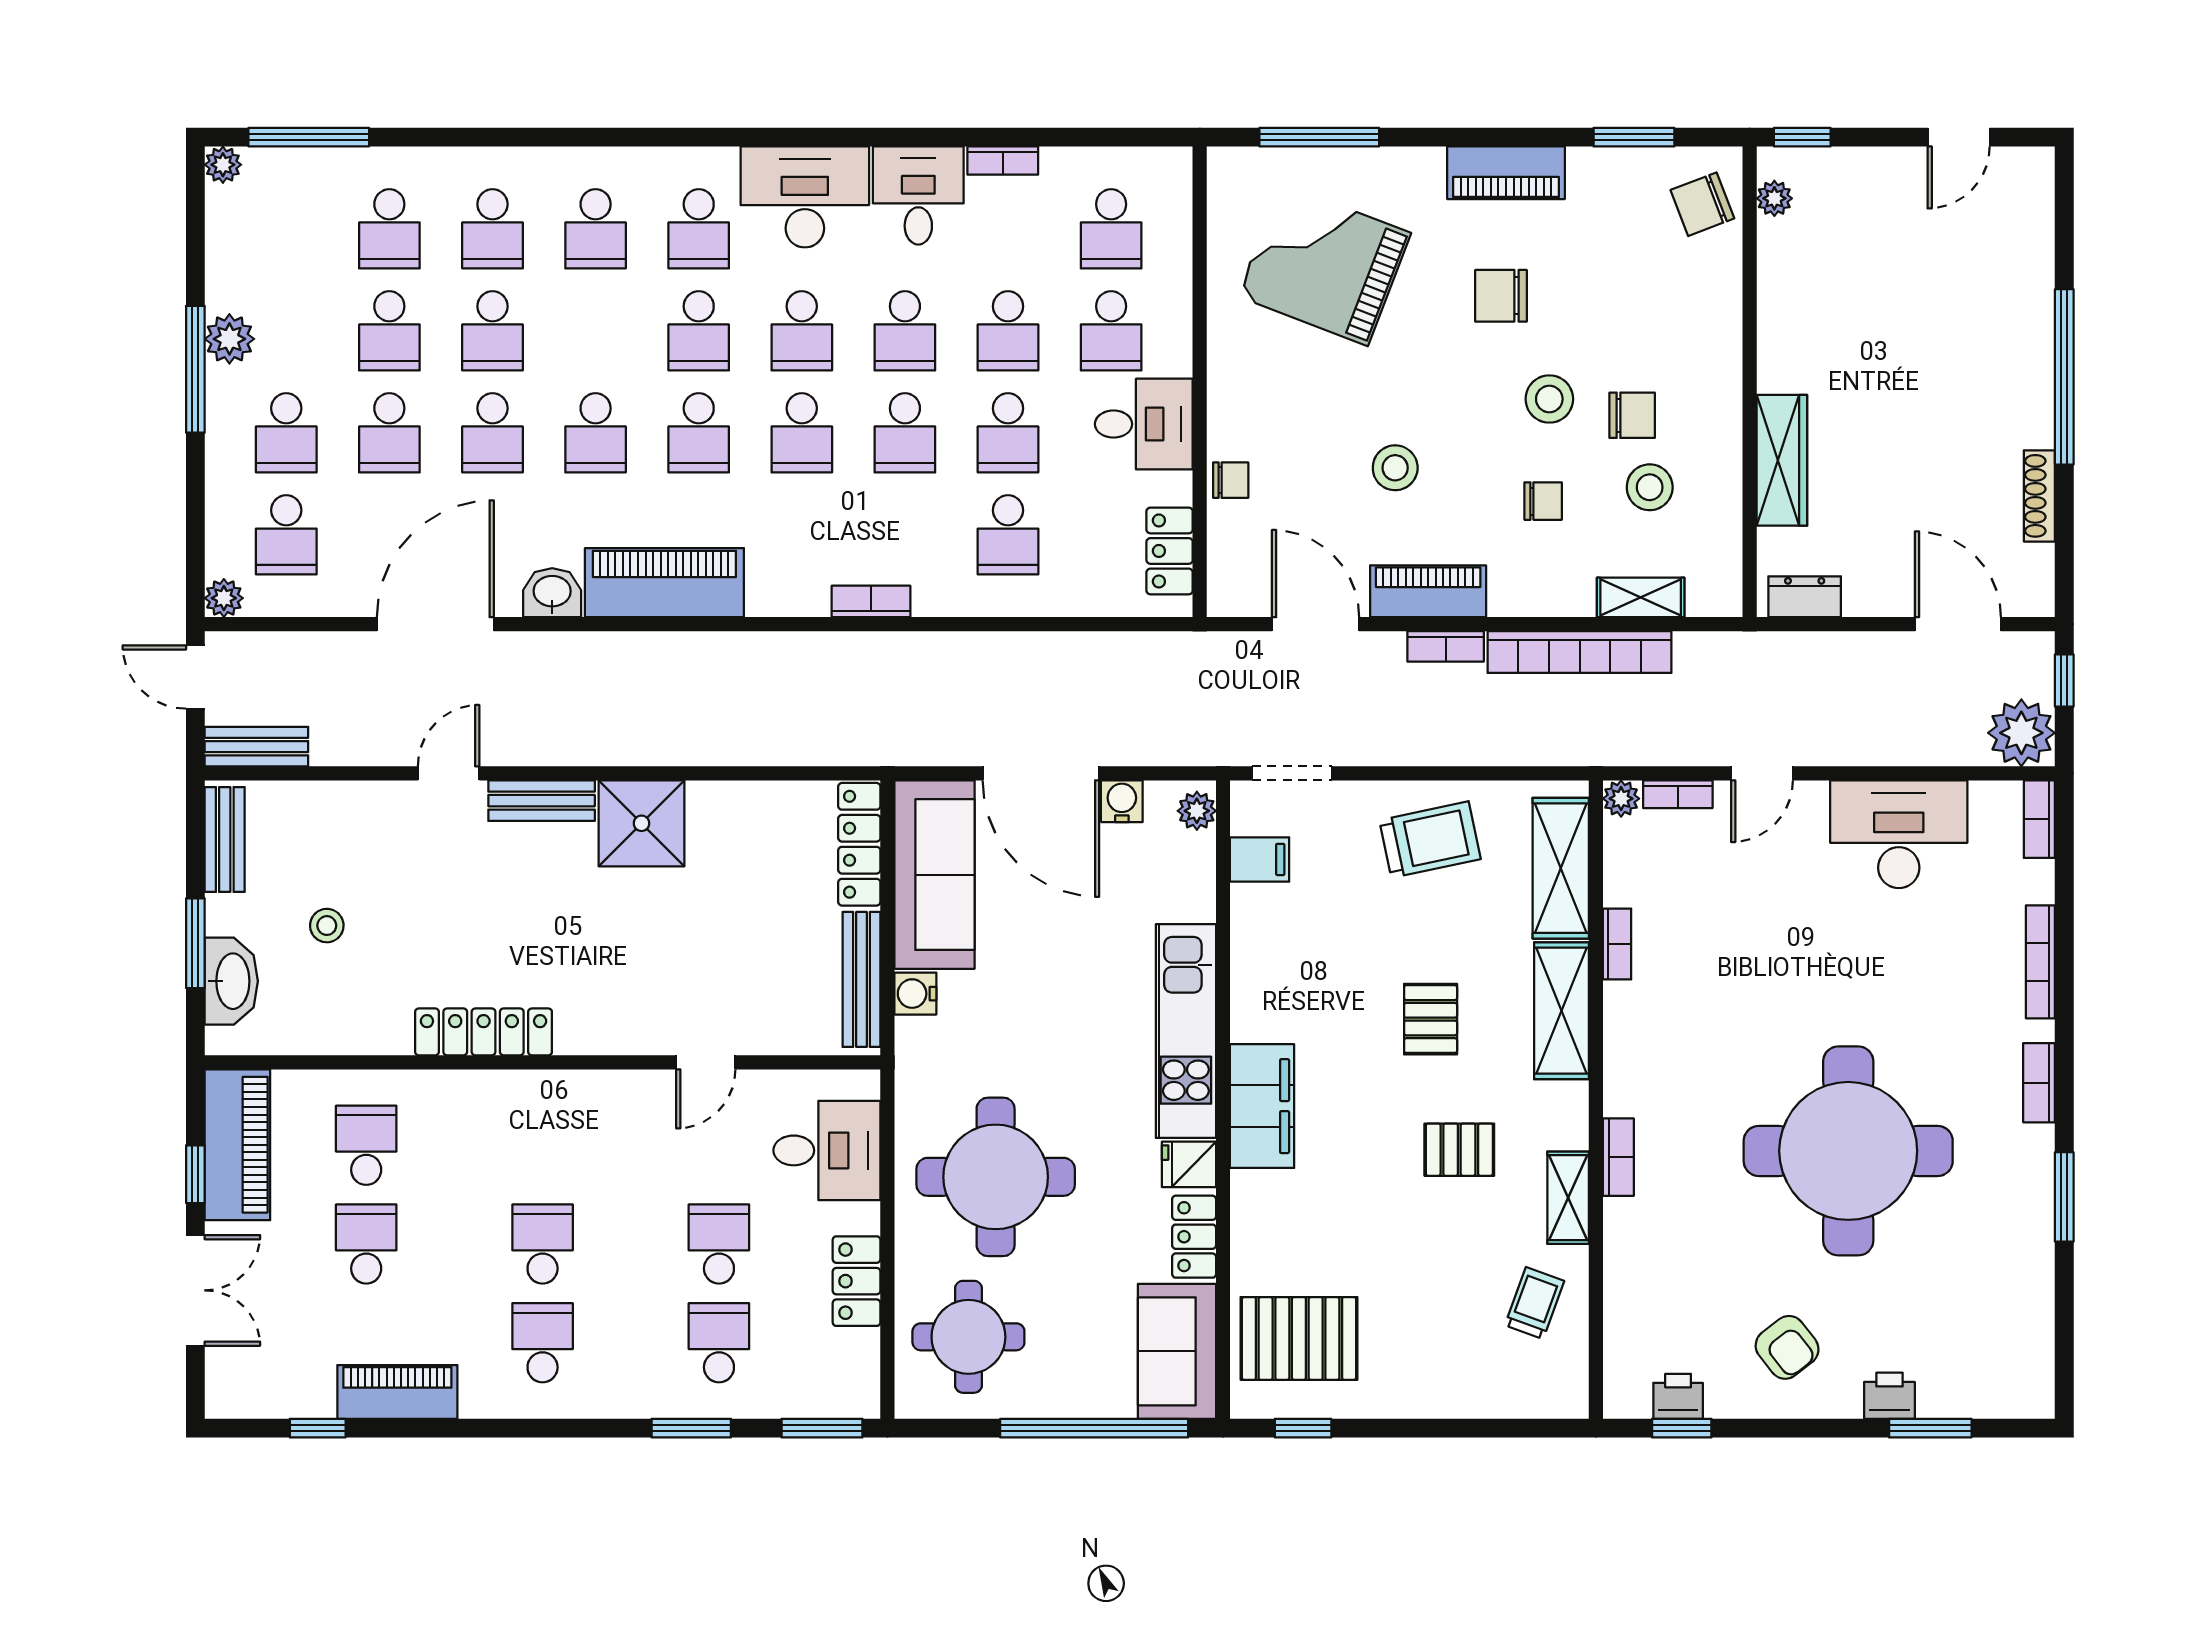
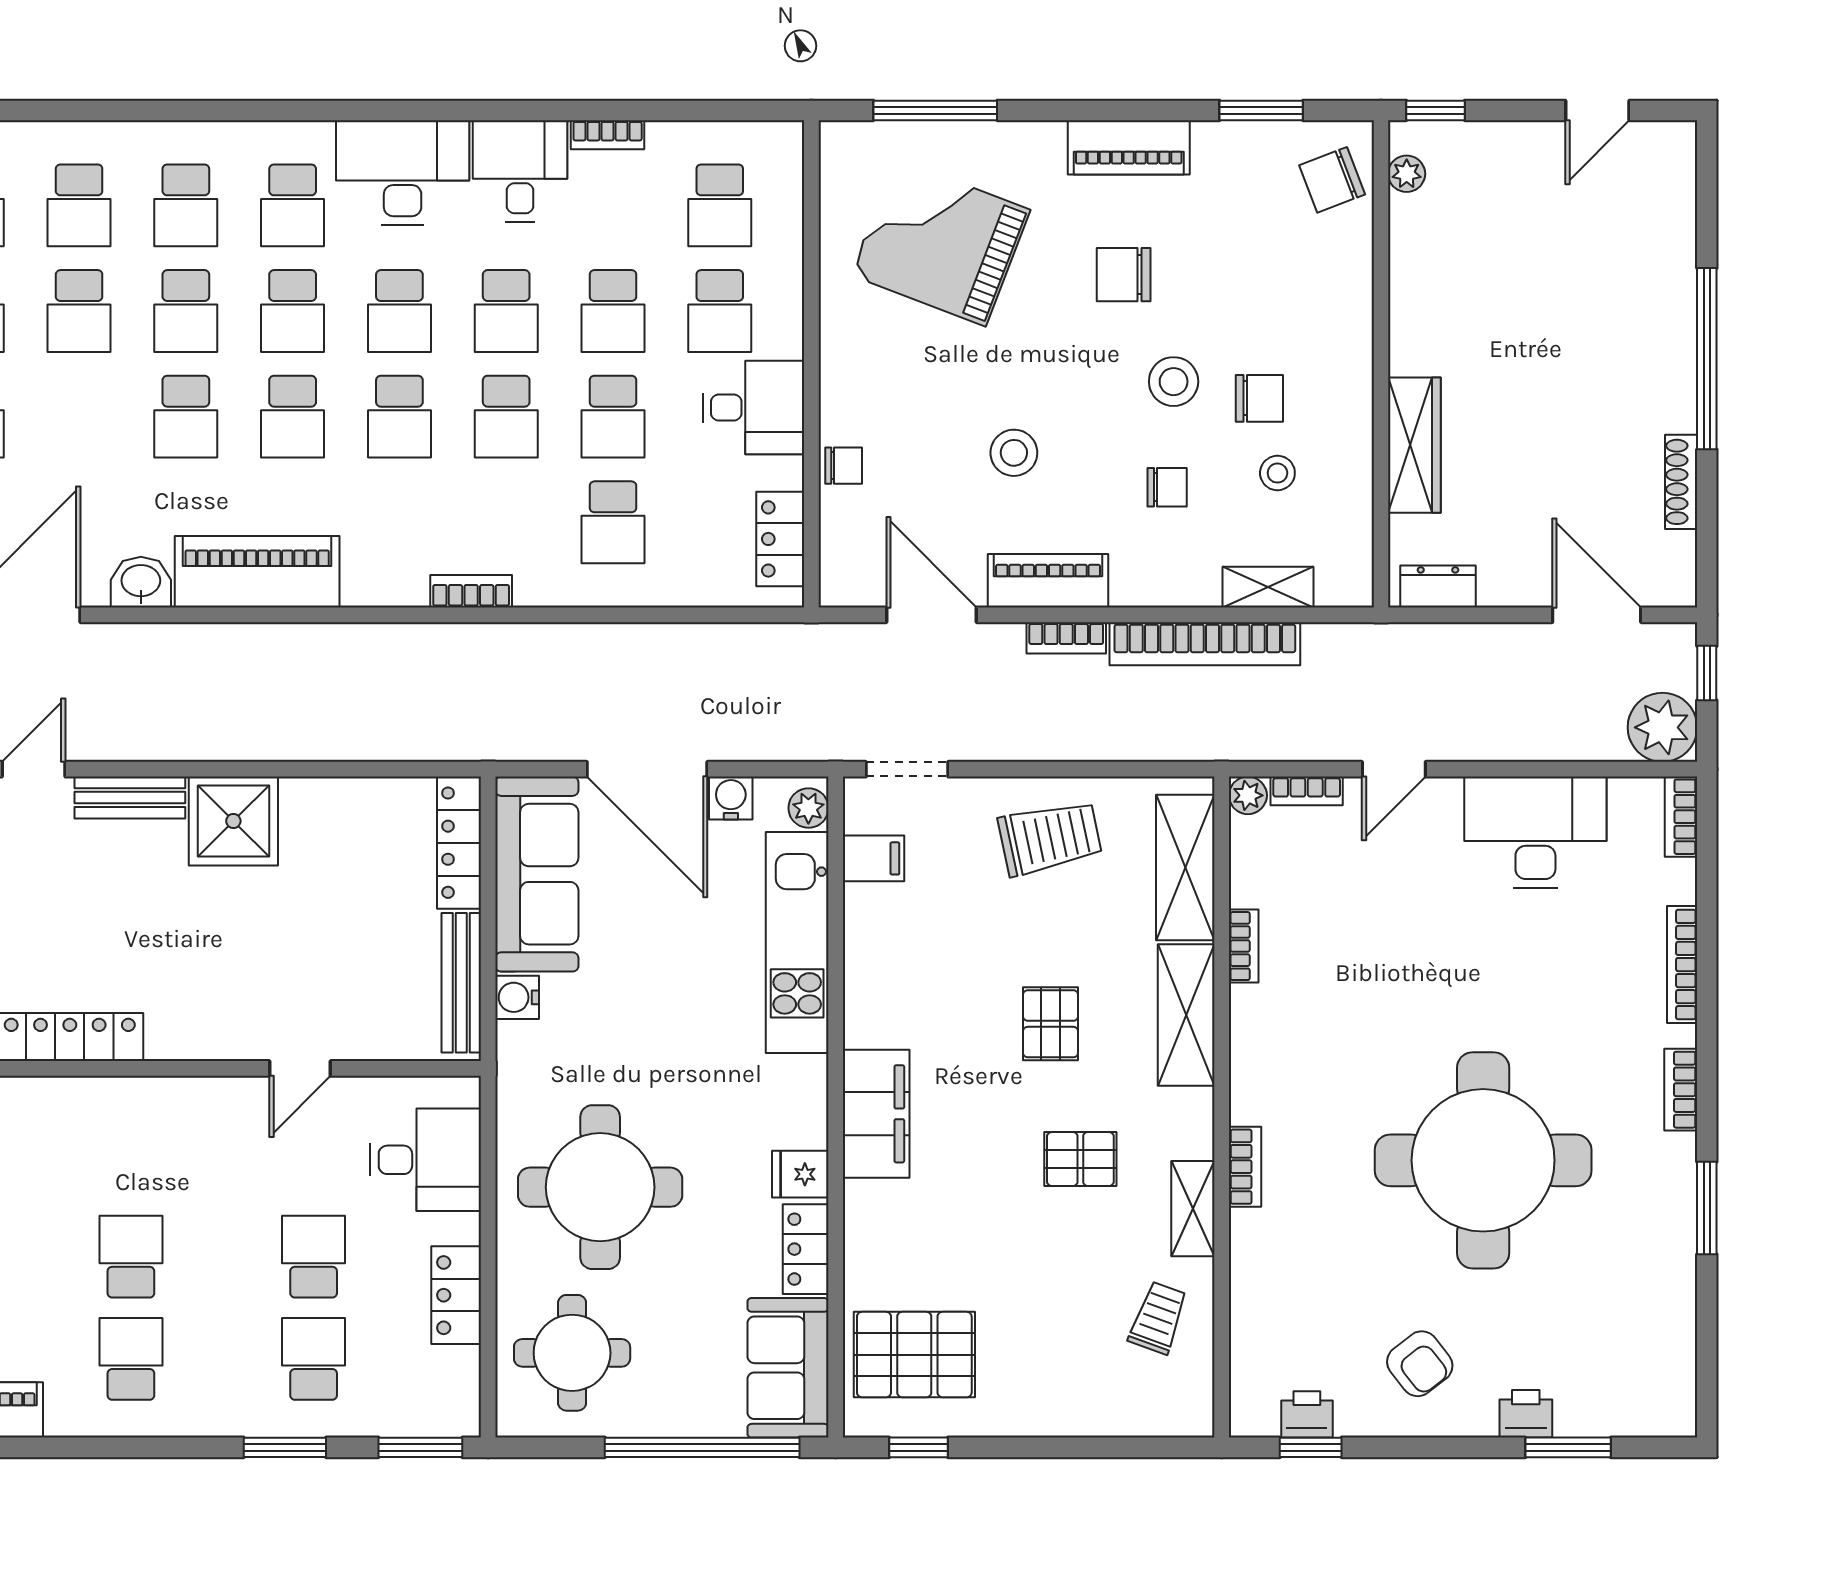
school desk: (492, 433) -> (186, 311), moved
stool: (1650, 487) -> (1277, 473), width x0.73, depth x0.73
kitchen unit: (1186, 1031) -> (797, 942), moved

